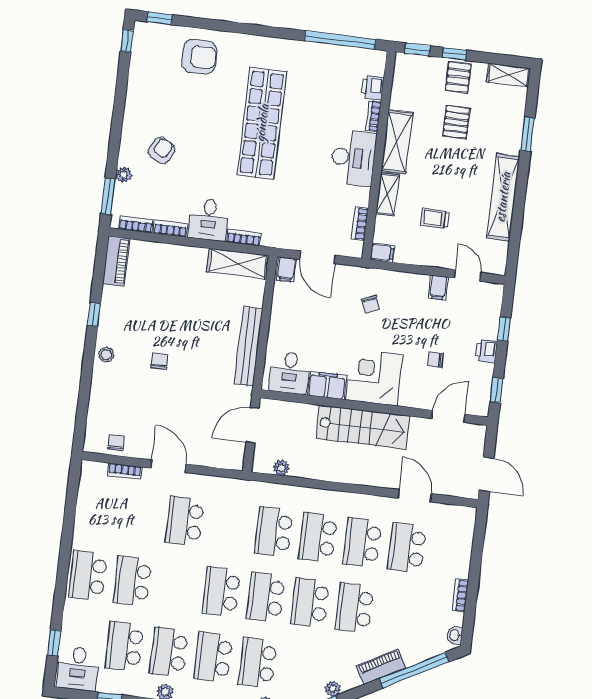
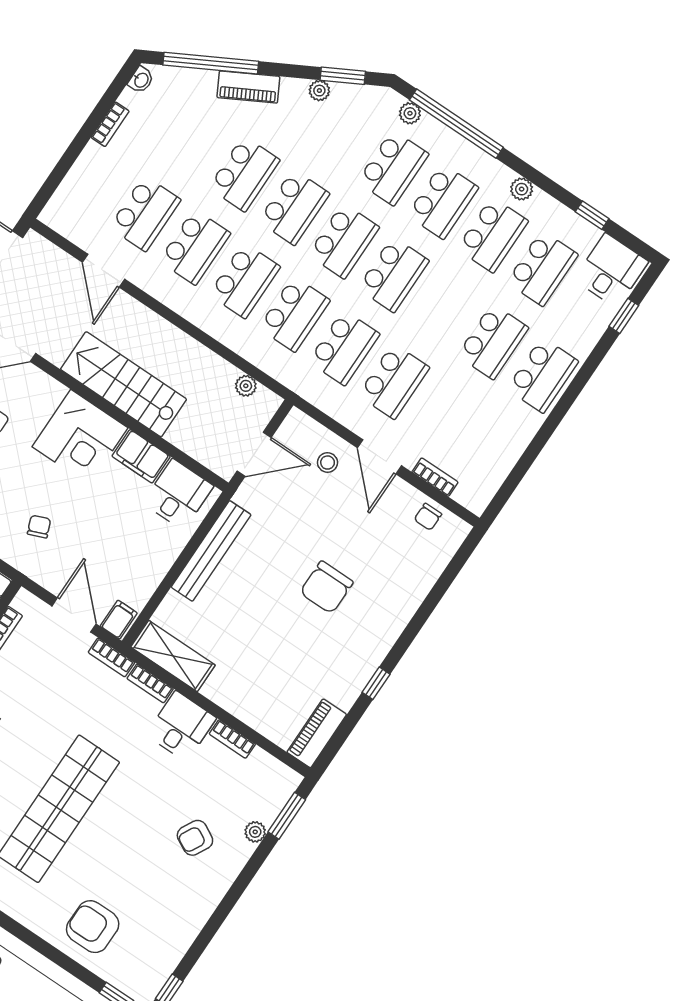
bookcase: (136, 225) -> (111, 657), moved
stool: (106, 355) -> (328, 463), moved
chair: (159, 361) -> (326, 587), width x1.87, depth x1.87
school desk: (229, 526) -> (344, 348), added

